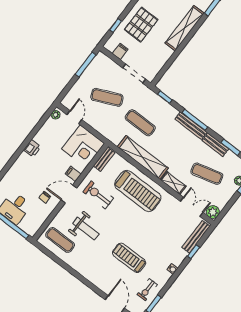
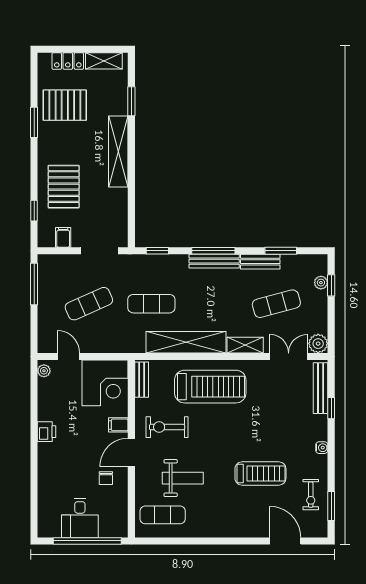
treadmill: (129, 258) -> (260, 474), turned 180

